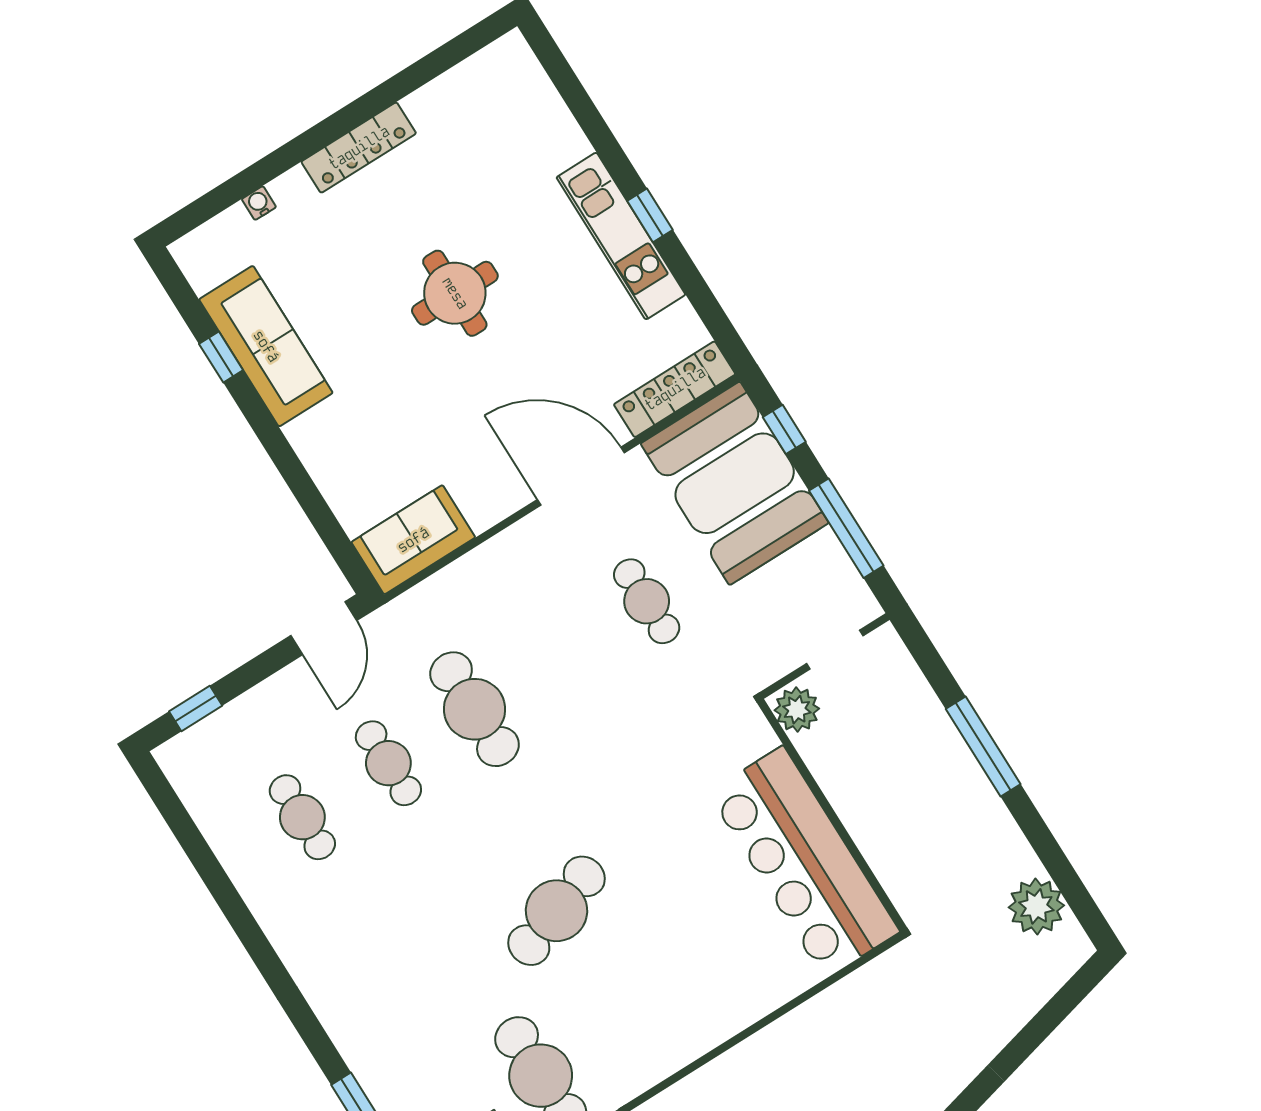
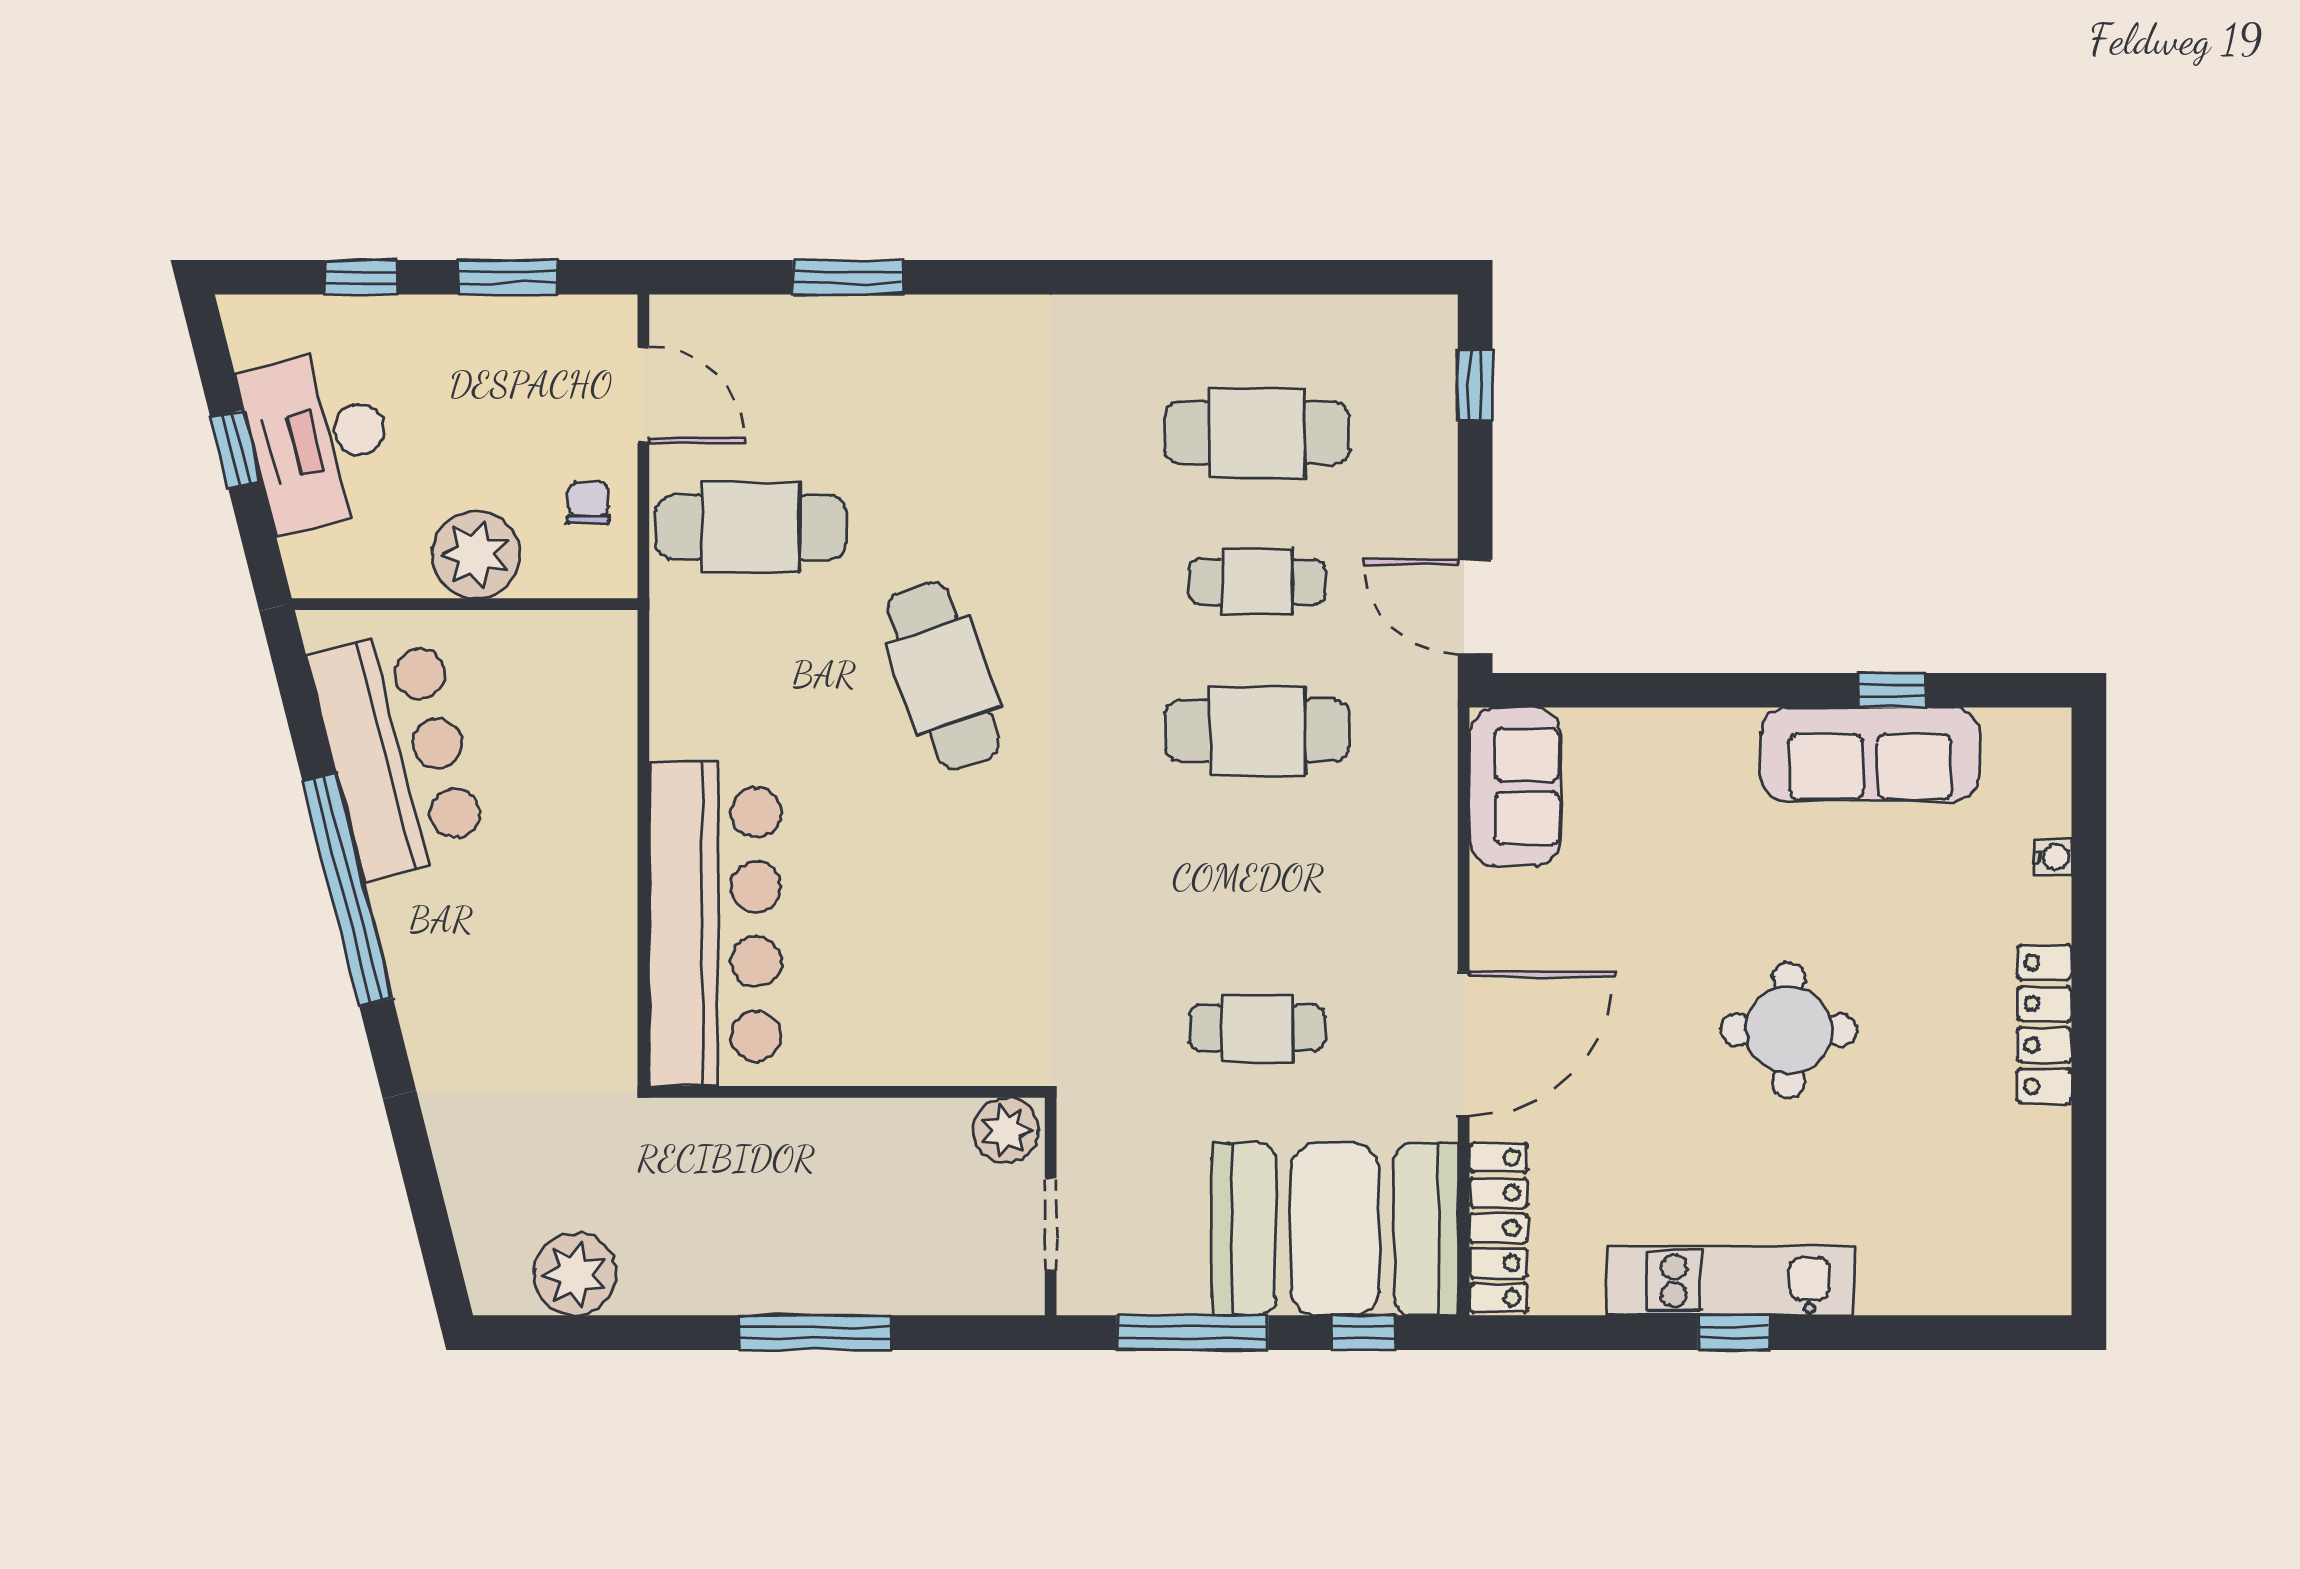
cafe table: (302, 817) -> (1257, 433), width x1.37, depth x1.35
bar counter: (804, 862) -> (715, 924), moved, turned 90

